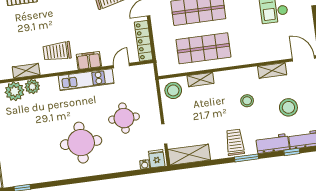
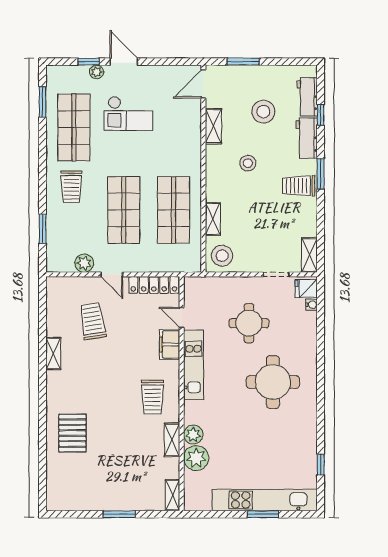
filing cabinet: (89, 61) -> (170, 345), moved
shelving: (189, 155) -> (309, 255), width x0.67, depth x0.75

